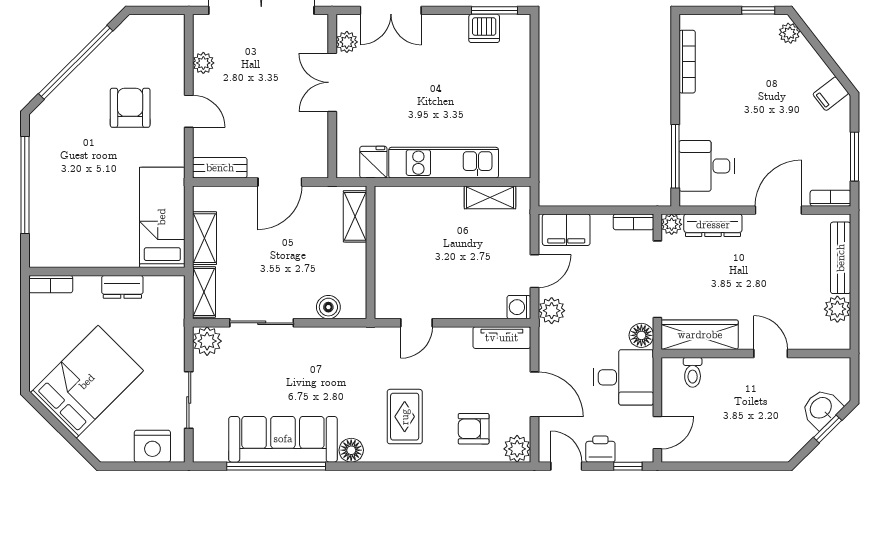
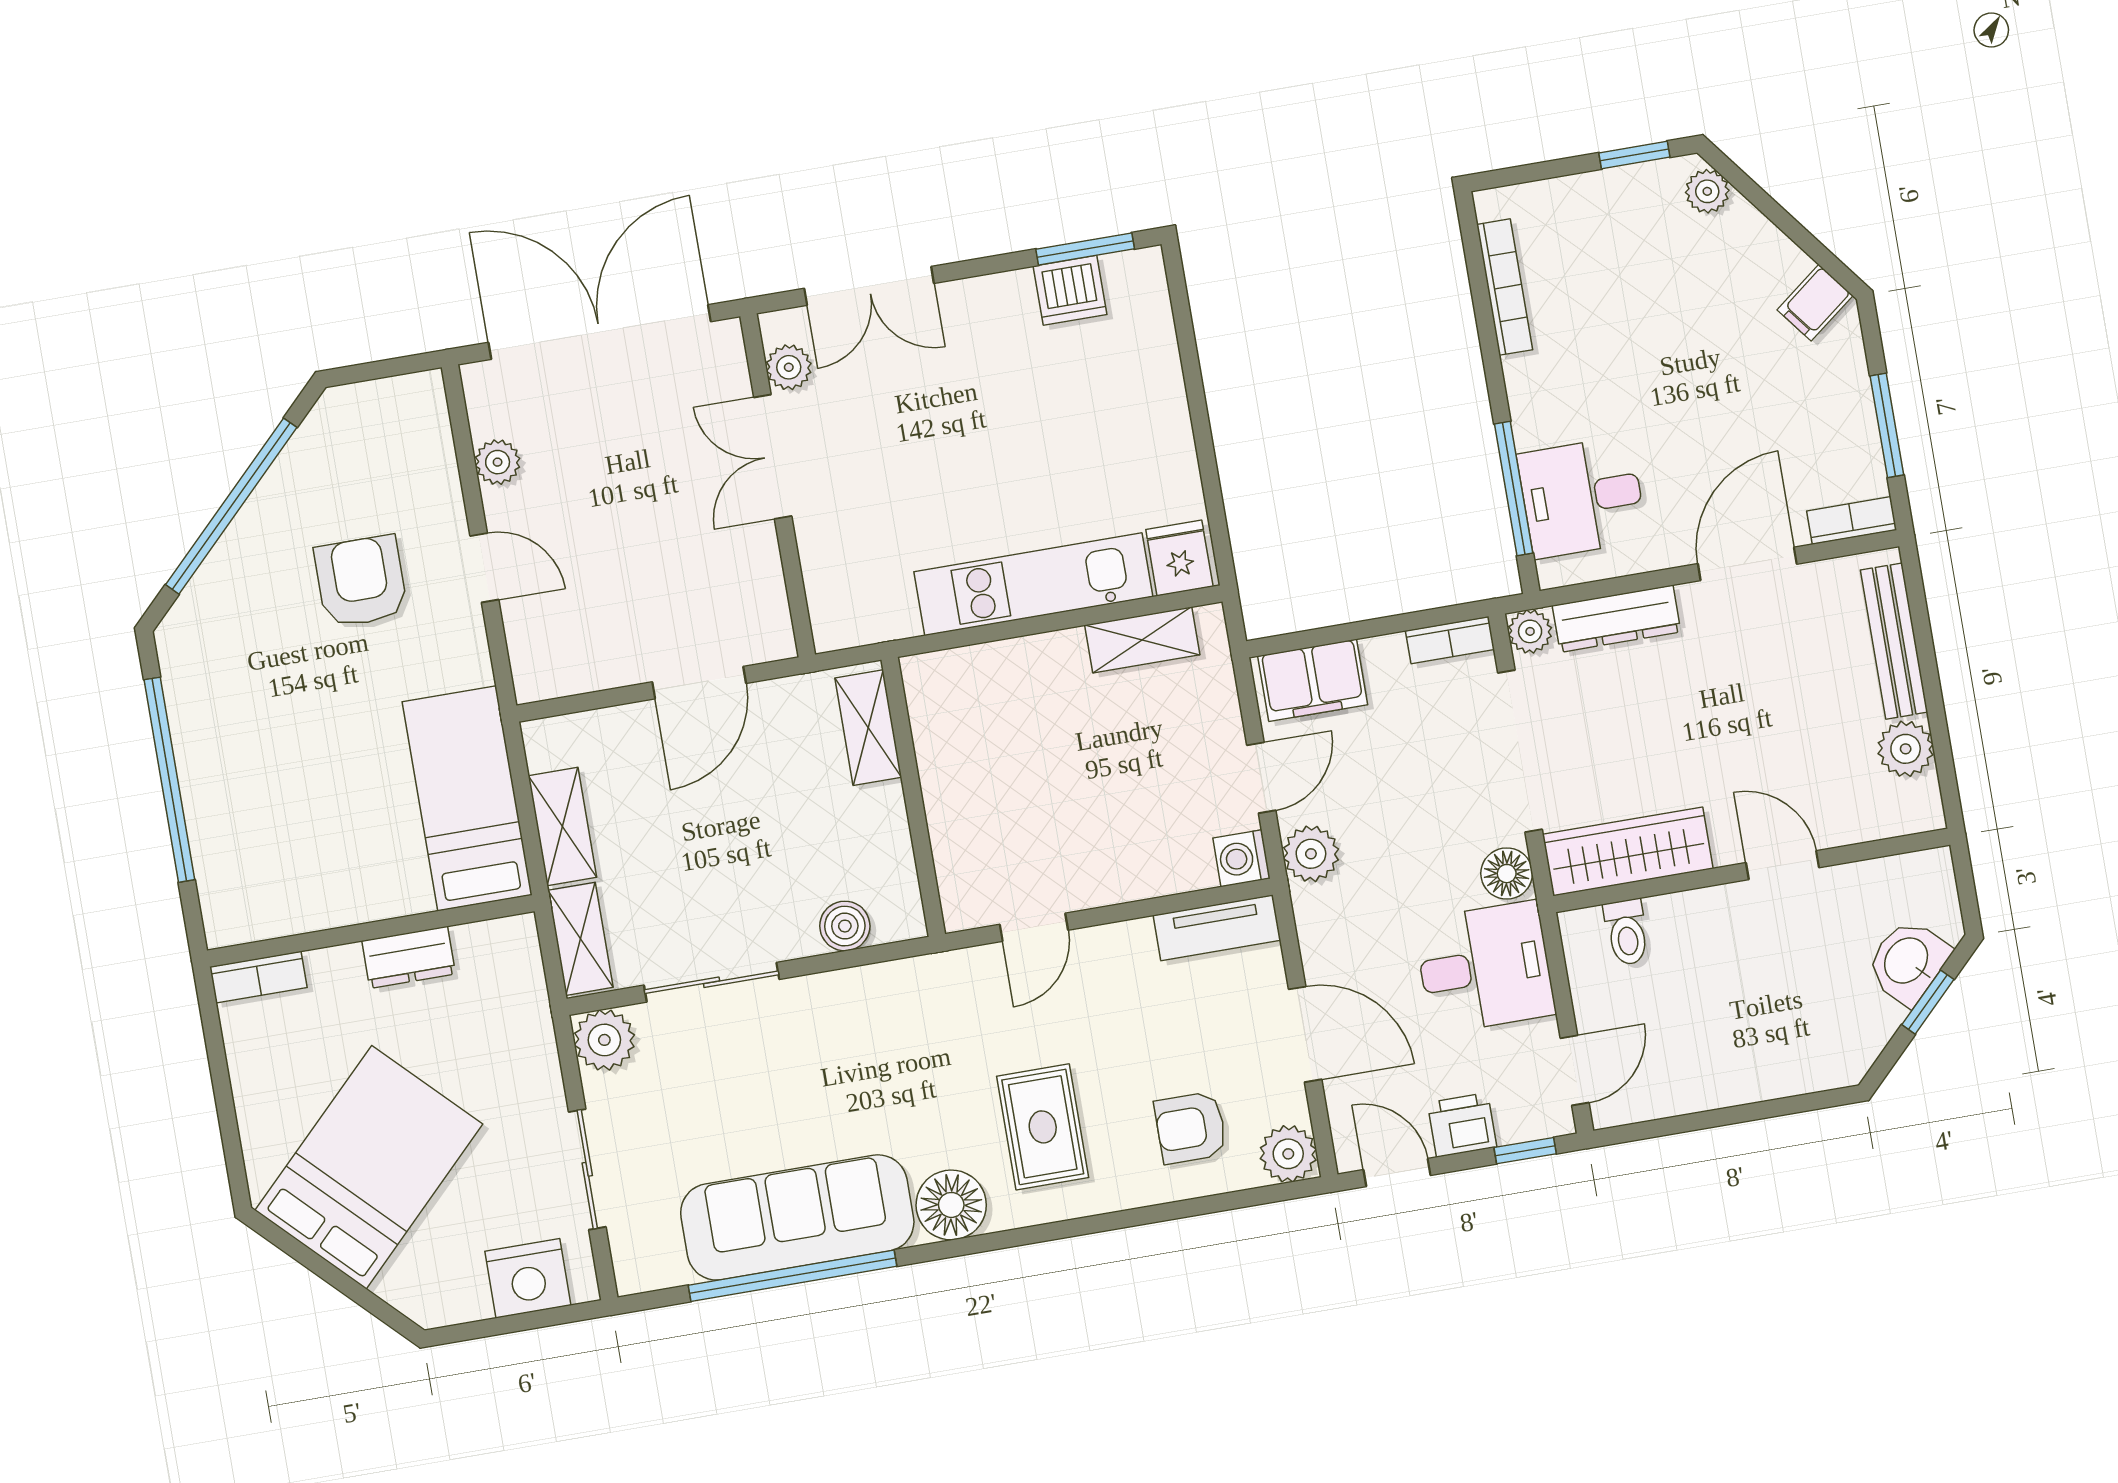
fridge: (373, 162) -> (1179, 558), moved
bench: (220, 168) -> (569, 674), removed
floor lamp: (351, 450) -> (951, 1205), width x1.38, depth x1.38

